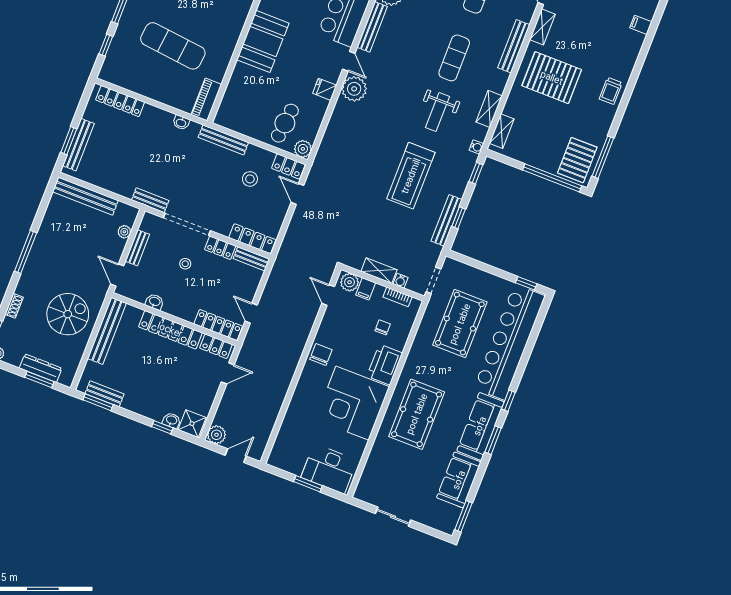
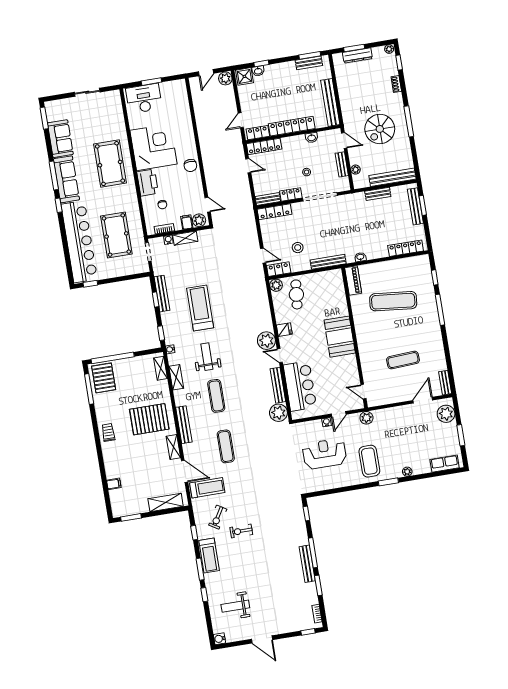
bench: (150, 200) -> (378, 194), moved
spiral stairs: (68, 314) -> (380, 129), moved
window: (493, 440) -> (54, 176), width x1.44

